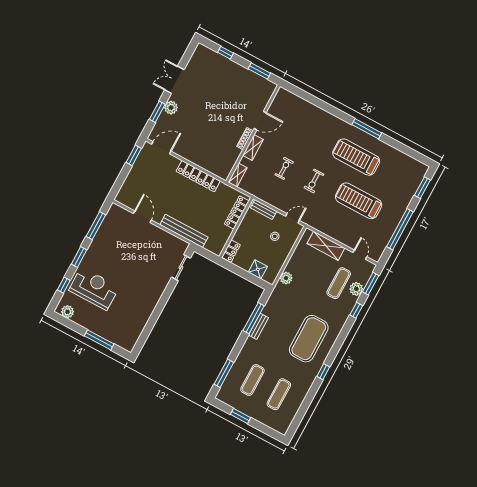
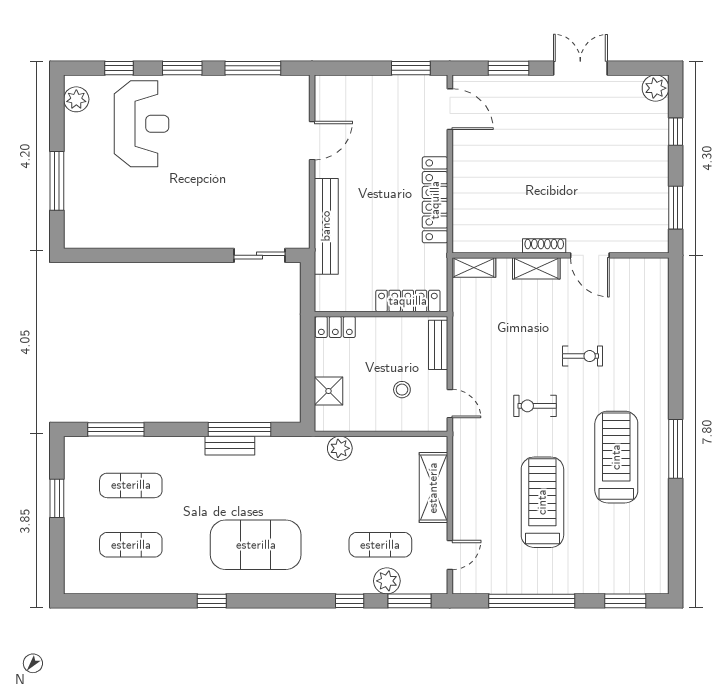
plant: (171, 108) -> (656, 88), moved
exercise bike: (284, 168) -> (583, 356), moved

